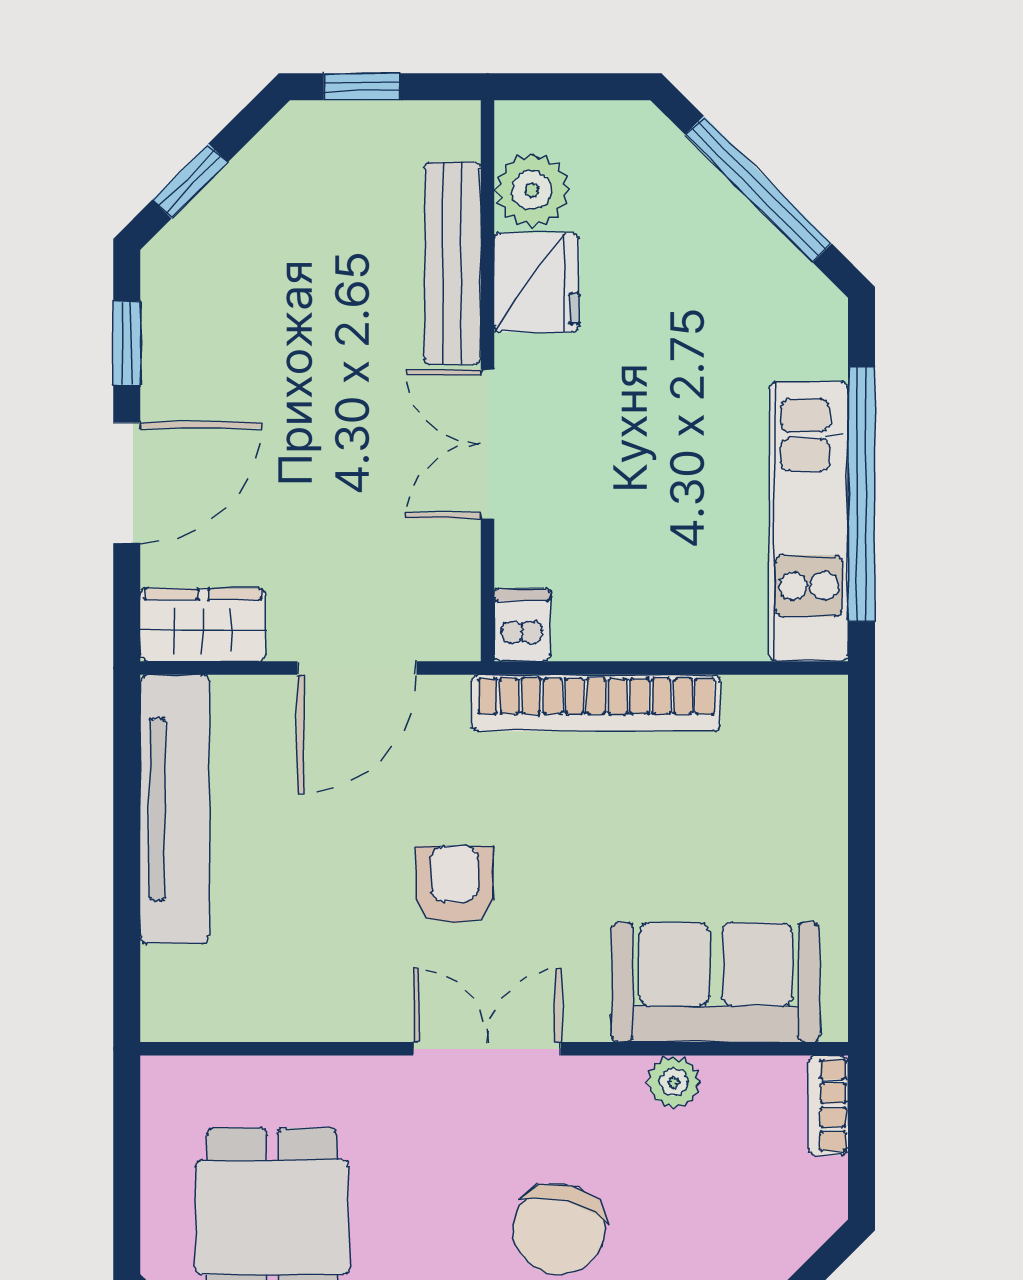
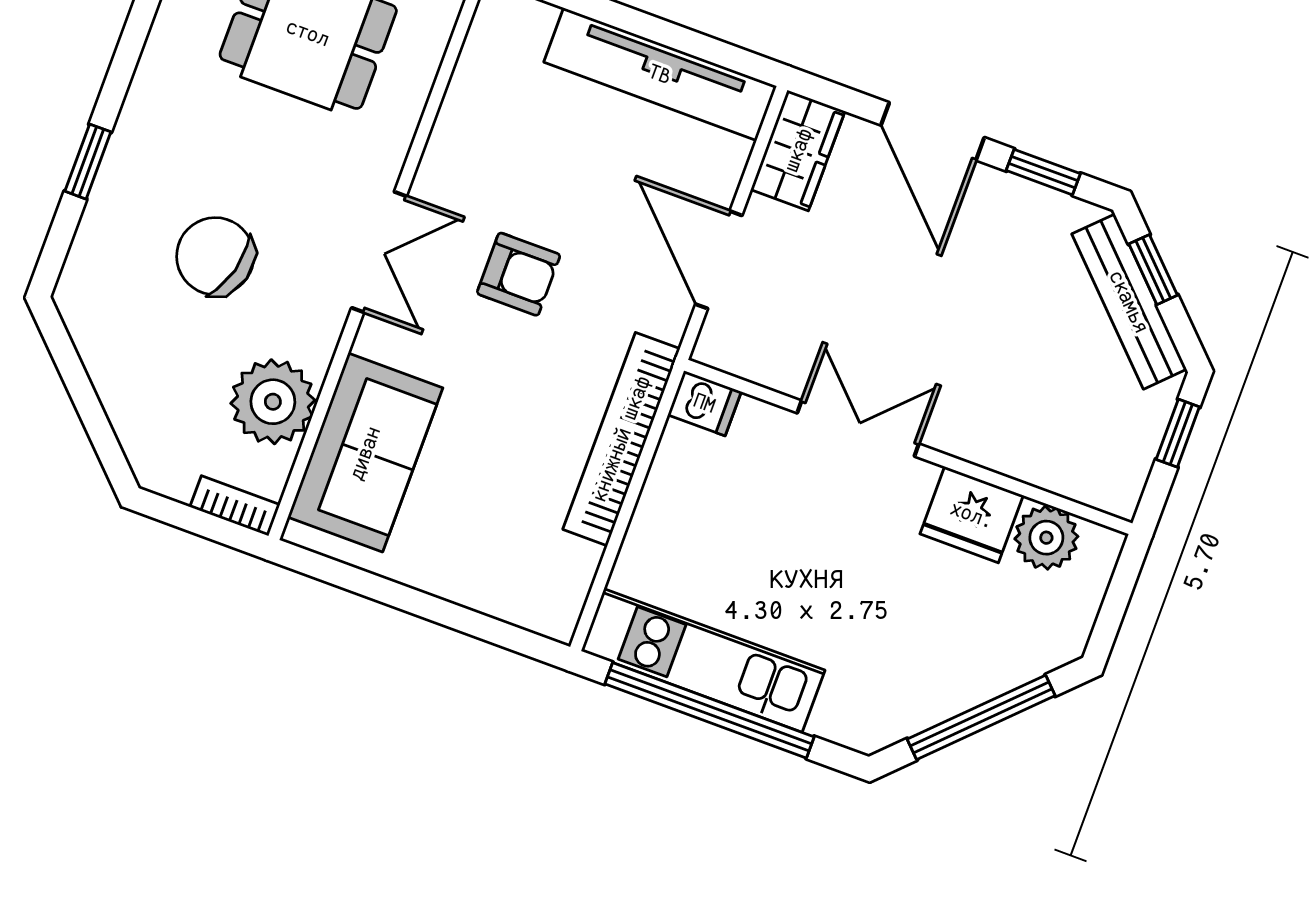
bench: (452, 263) -> (1129, 302), moved, turned 45
plant: (674, 1082) -> (273, 402), width x1.88, depth x1.88

